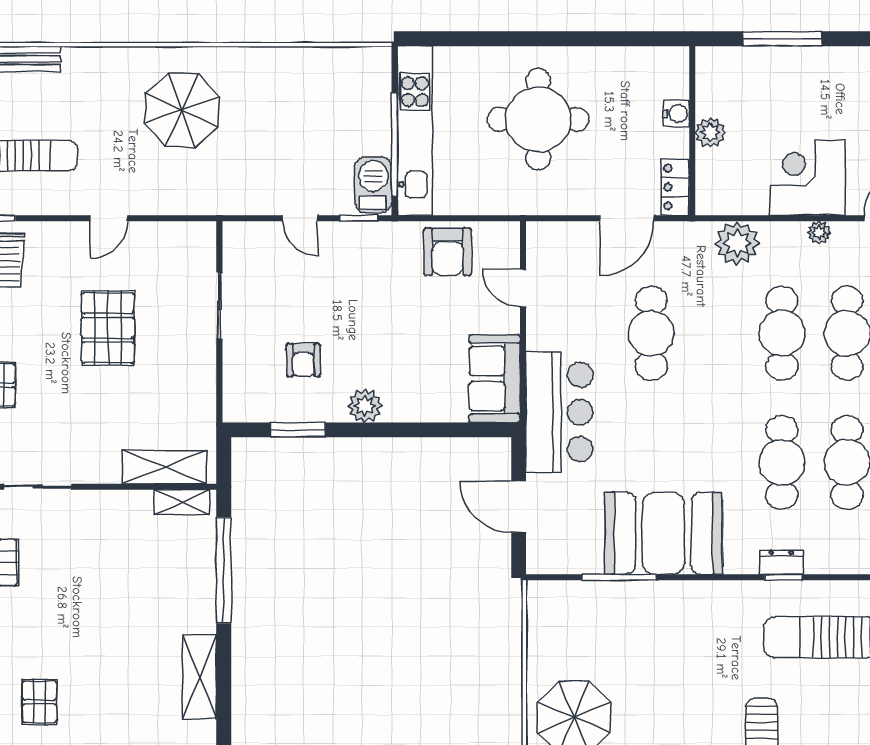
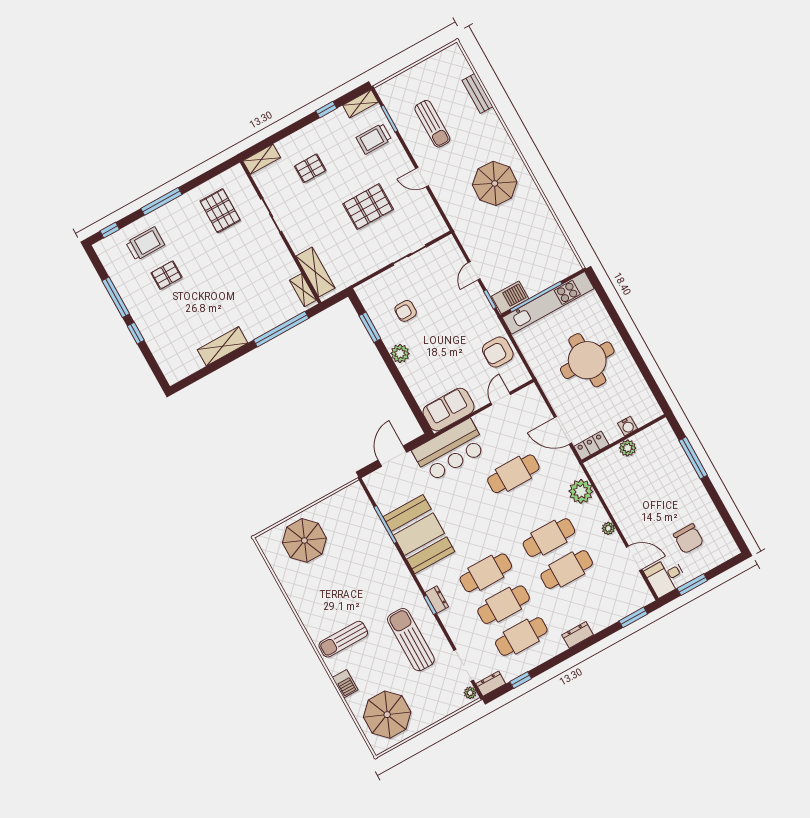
corner desk: (807, 178) -> (632, 508), removed

